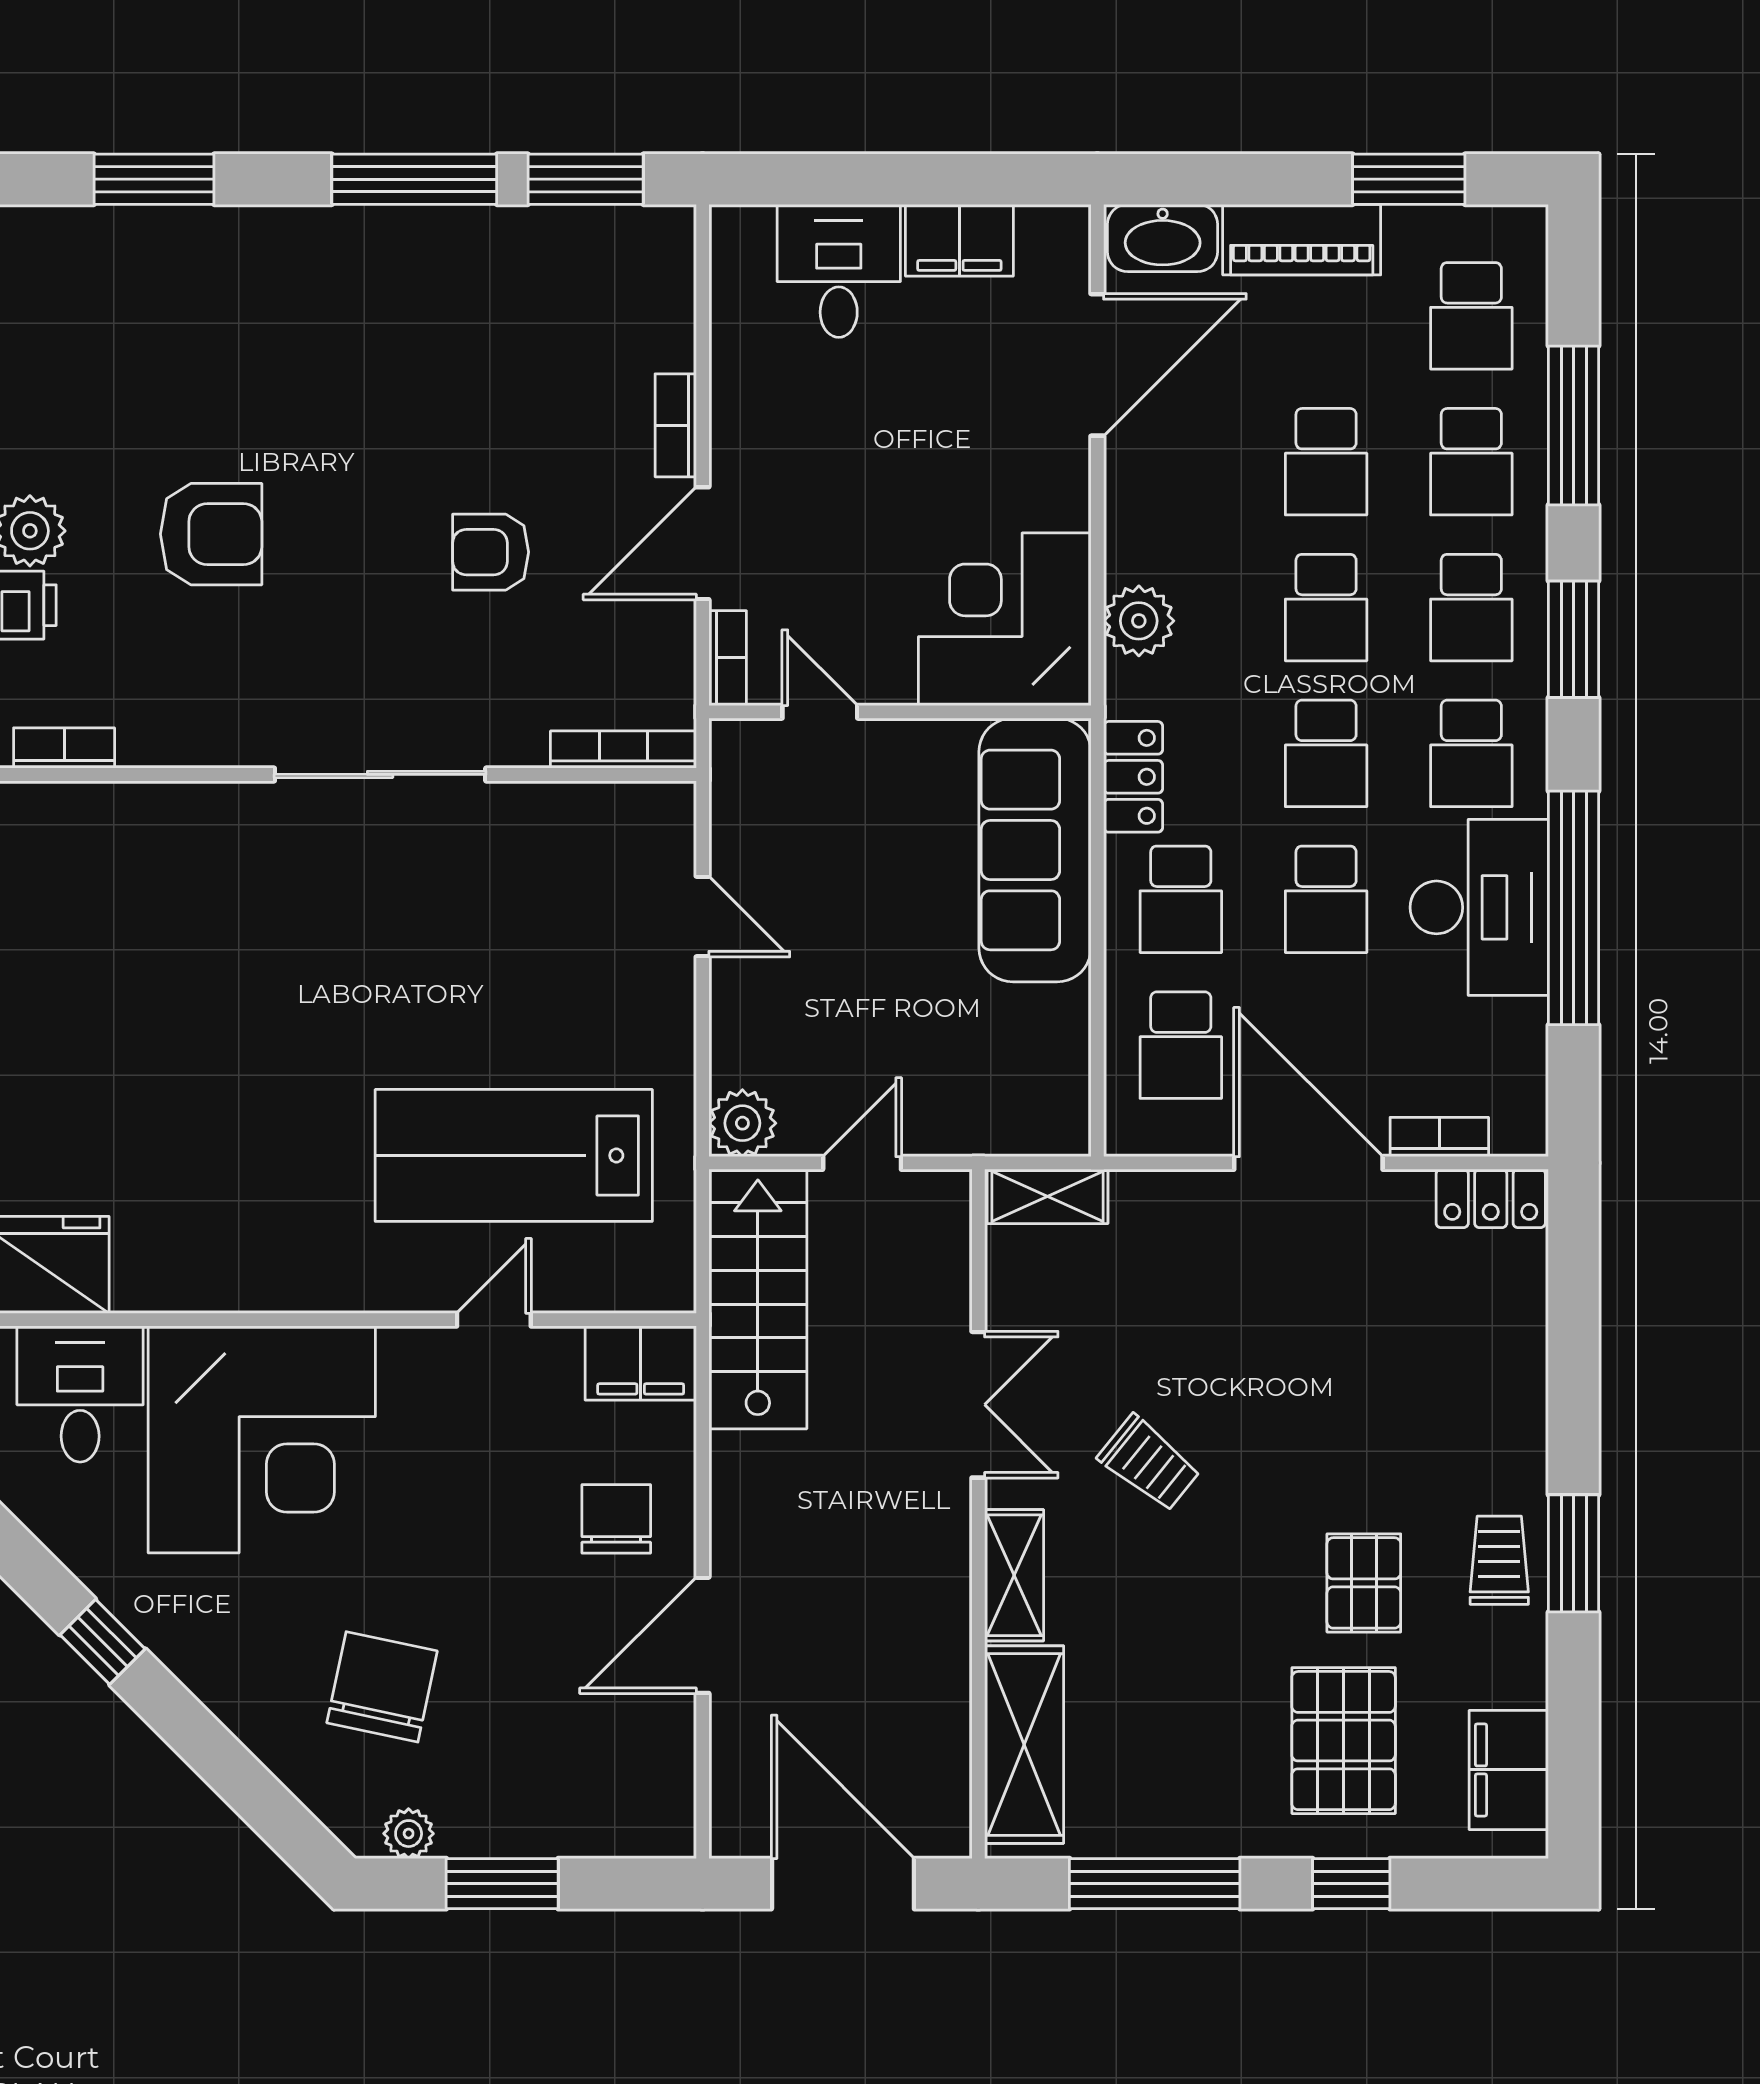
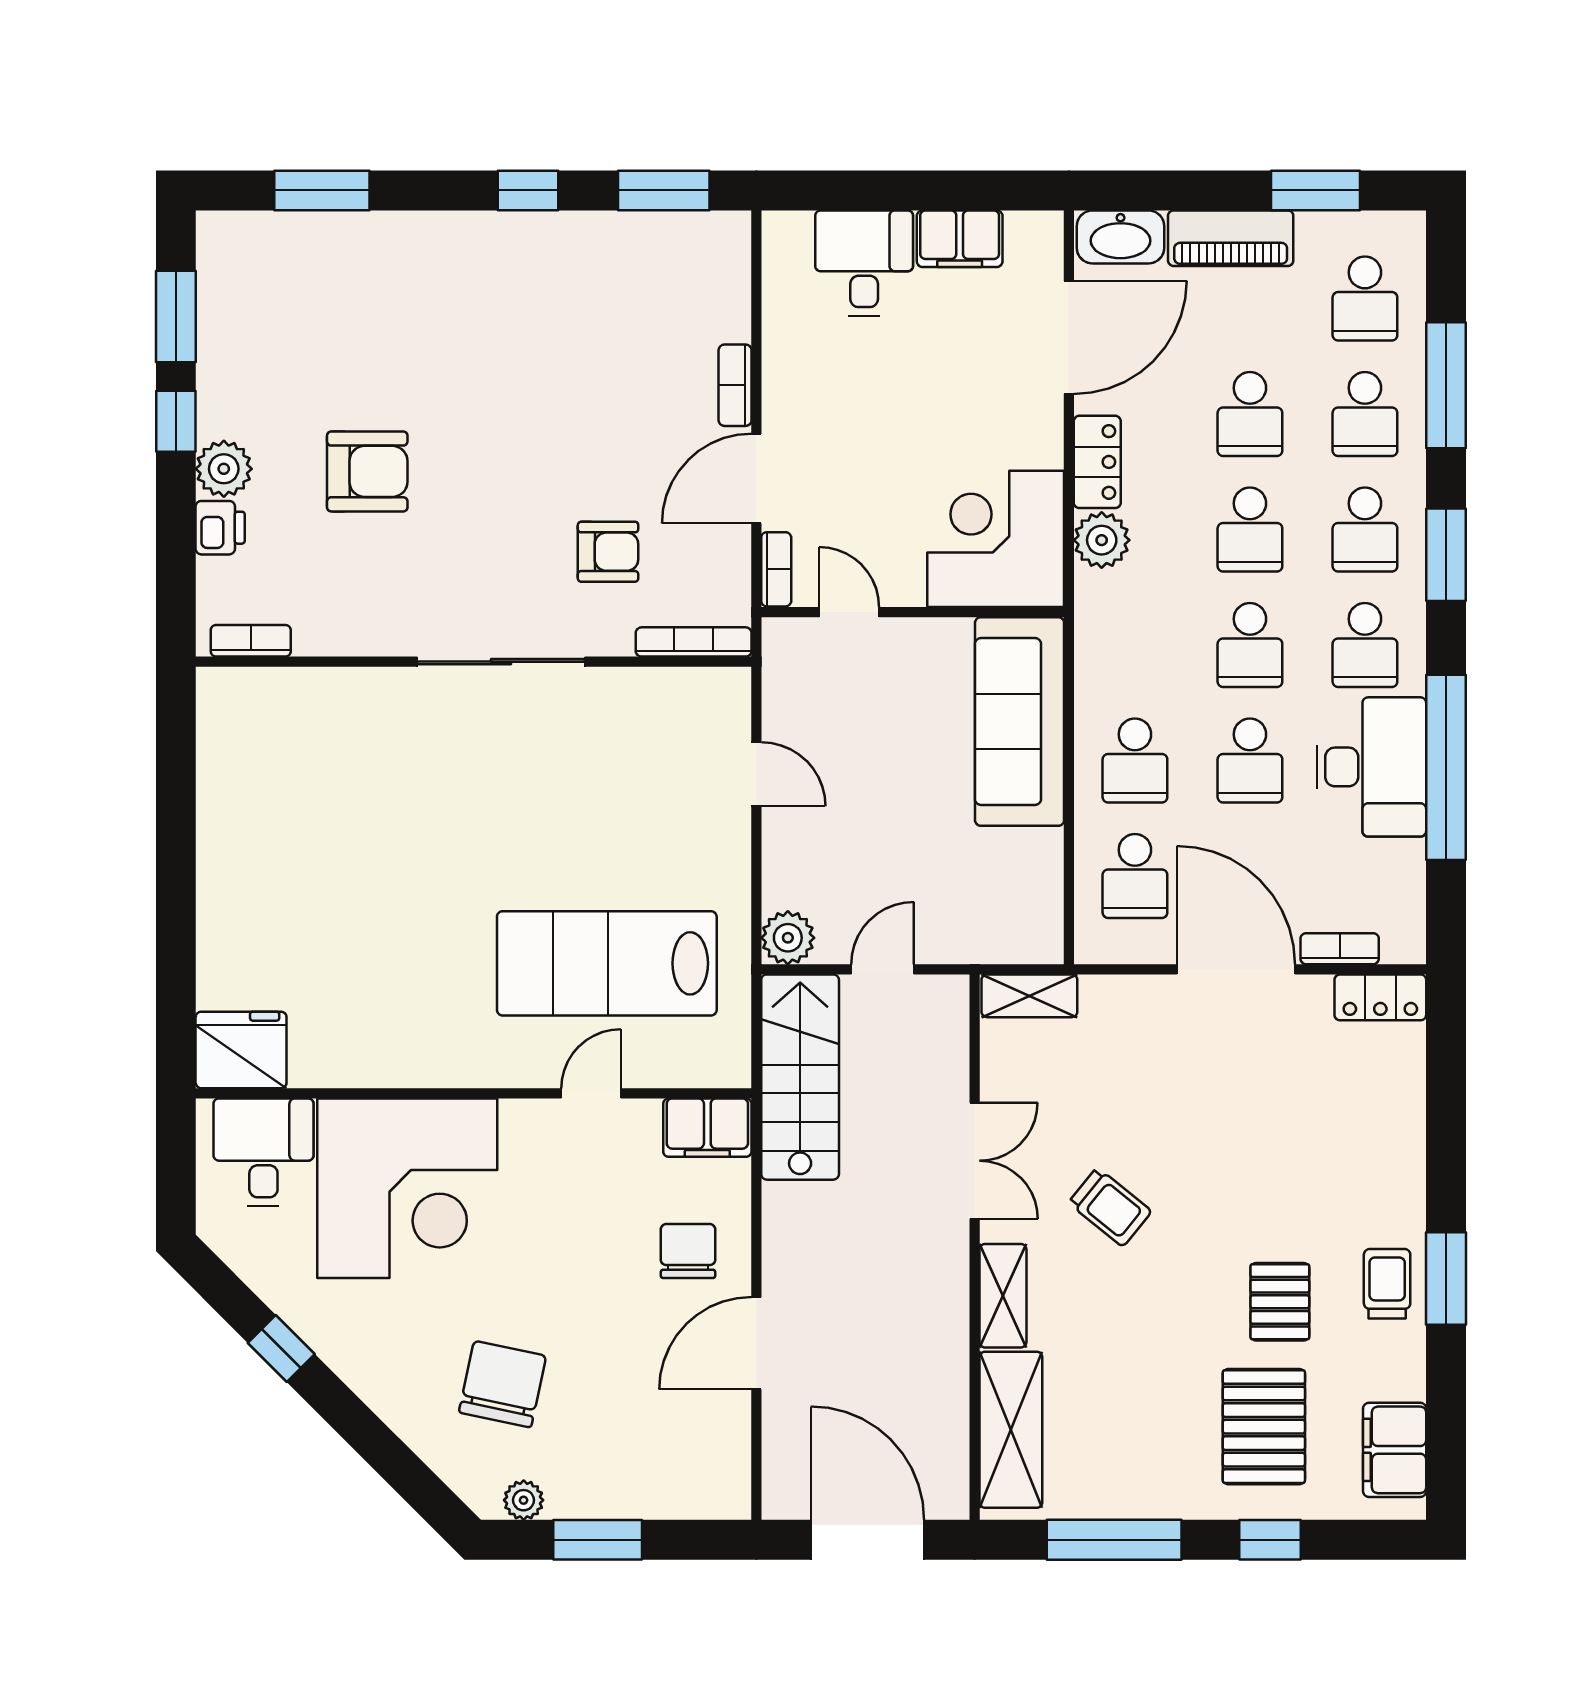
window: (414, 179) -> (528, 190), width x0.46
armchair: (491, 552) -> (608, 552), moved, turned 180
locker: (1133, 777) -> (1097, 462), moved

